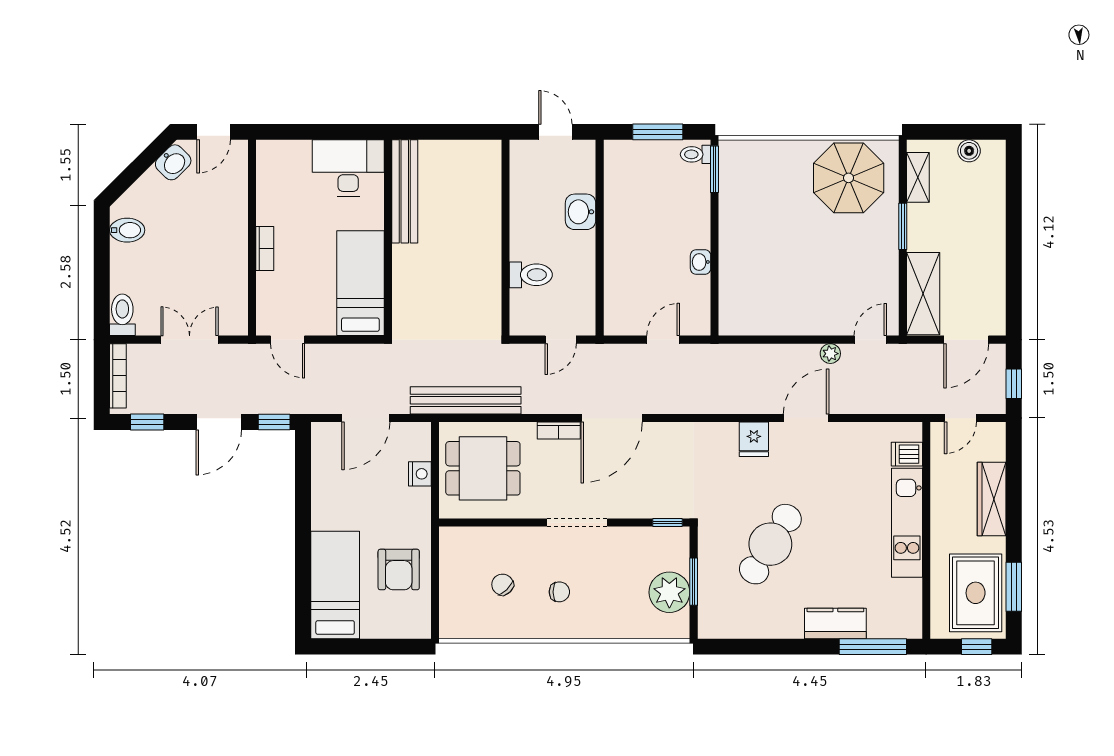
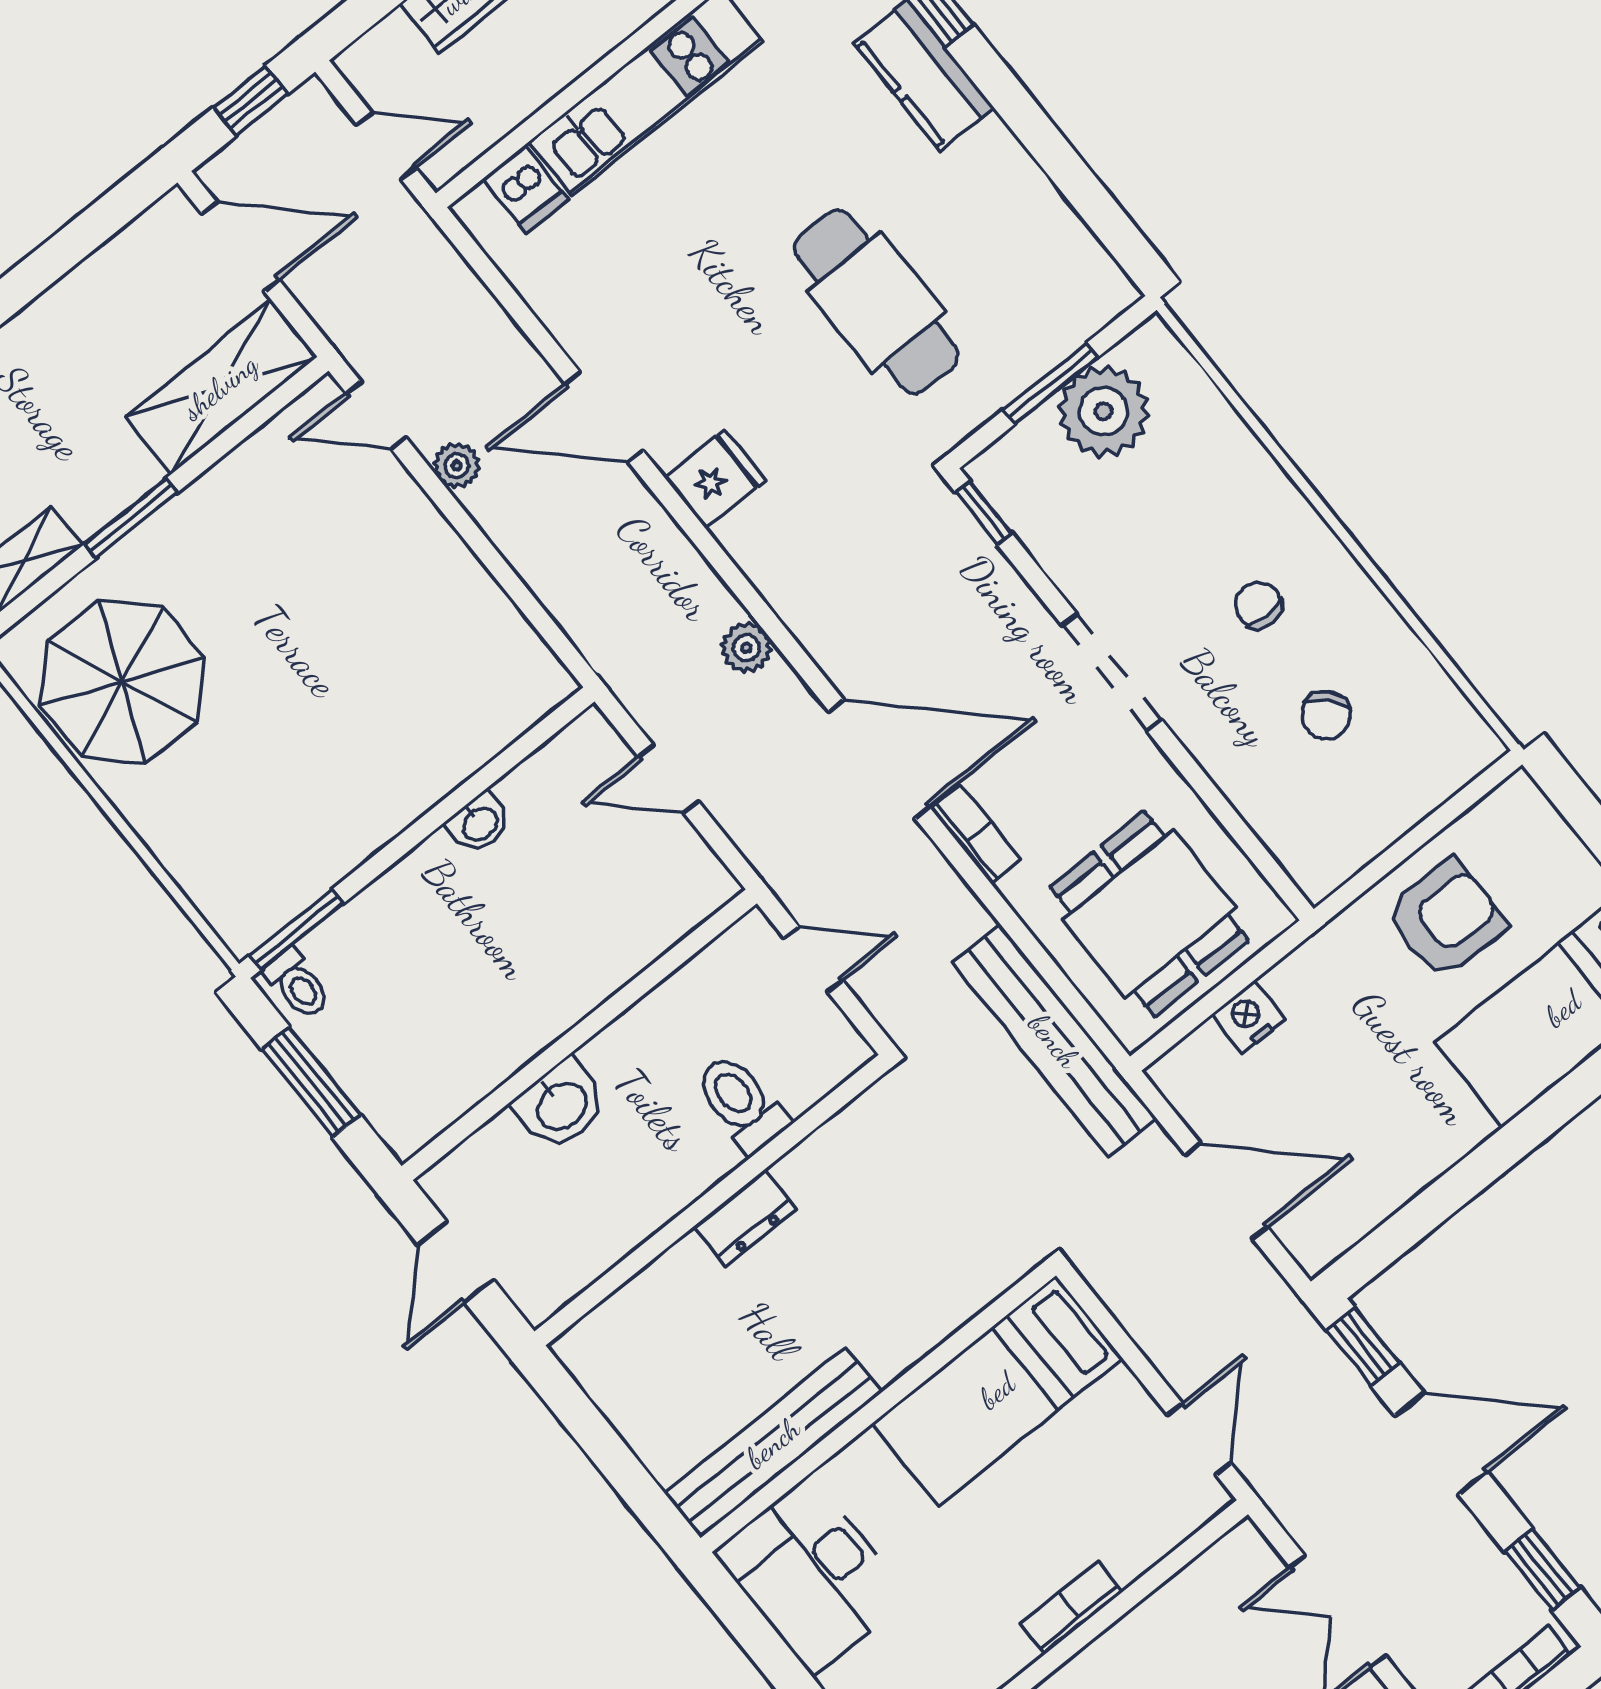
dresser: (490, 244) -> (745, 1218), added
plant: (687, 403) -> (746, 648), added
cafe table: (770, 544) -> (876, 302), turned 58

